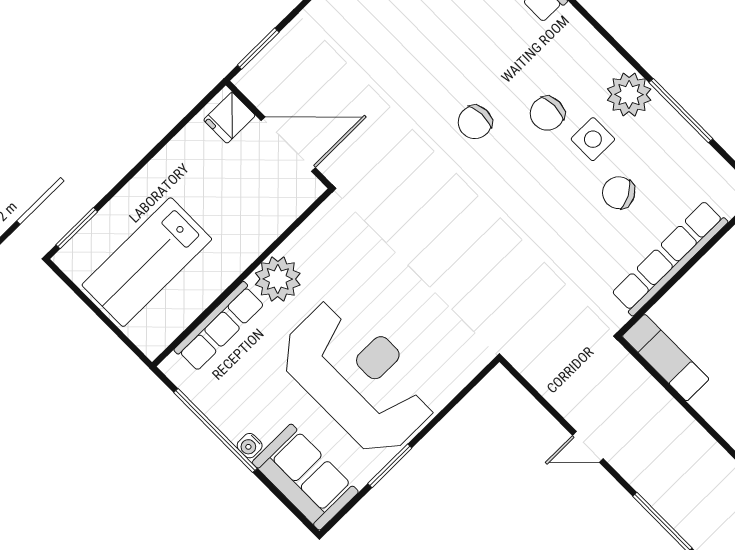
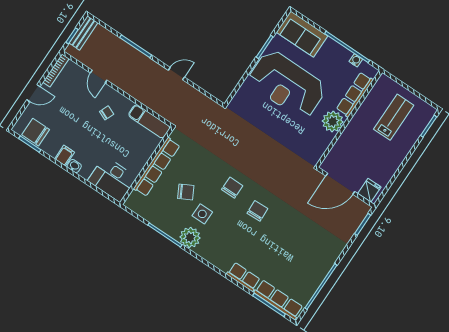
chair: (547, 113) -> (232, 188), moved
lab bench: (147, 262) -> (394, 117), width x0.73, depth x0.72
water cooler: (250, 446) -> (356, 60), moved

